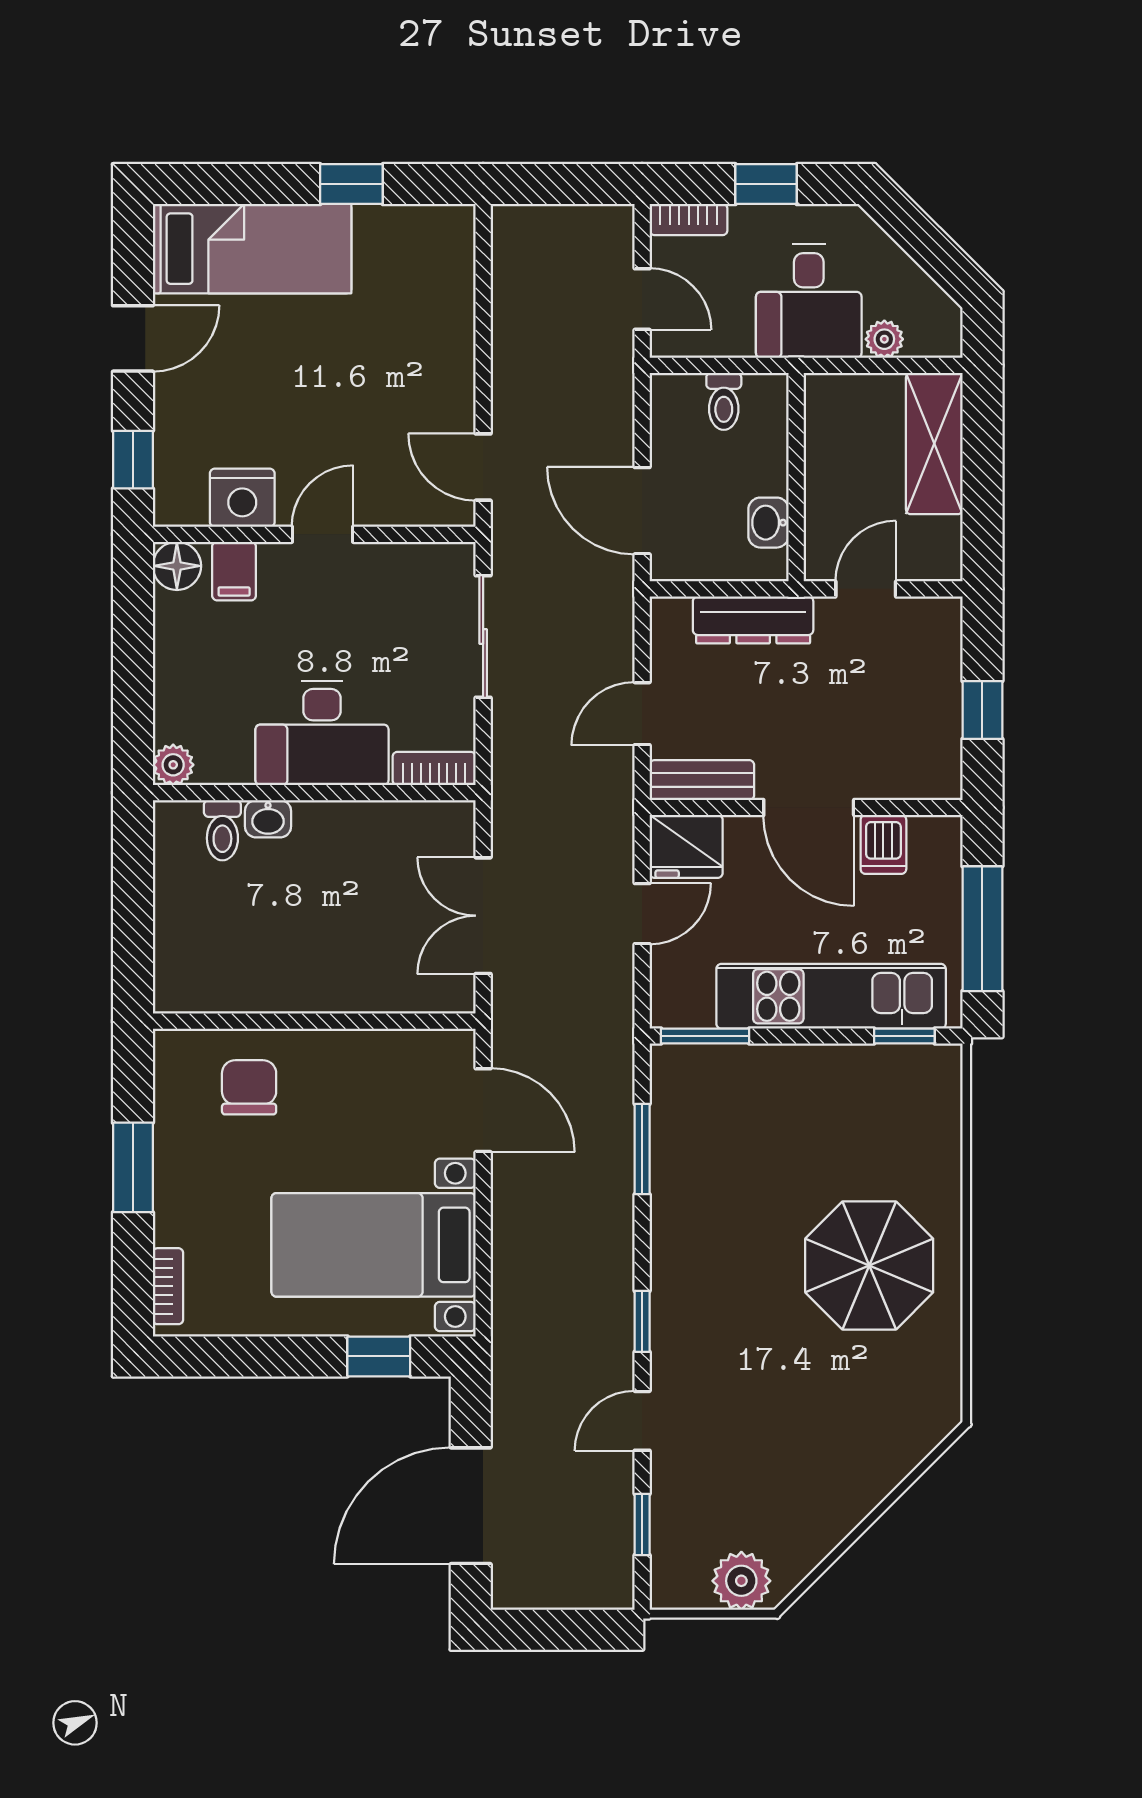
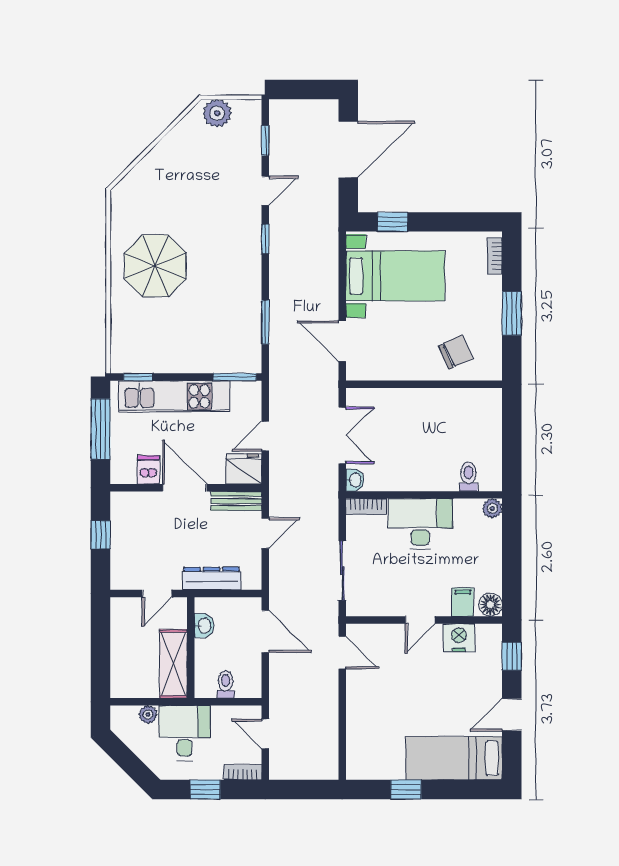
shelving: (934, 444) -> (173, 664), moved
washbasin: (268, 819) -> (355, 480), moved, turned 90
chair: (249, 1087) -> (456, 352), turned -115

